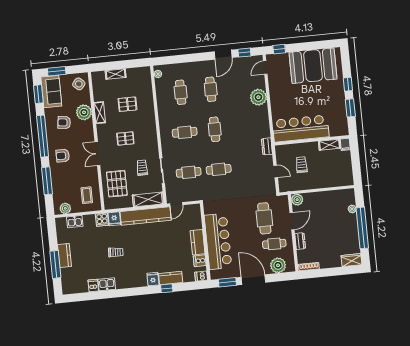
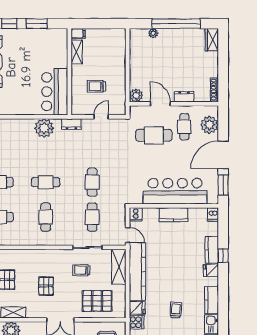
plant: (258, 97) -> (44, 128), moved
bar counter: (301, 129) -> (55, 92), width x0.73
cooker: (200, 261) -> (136, 214), moved
kitchen counter: (127, 282) -> (212, 300), added

